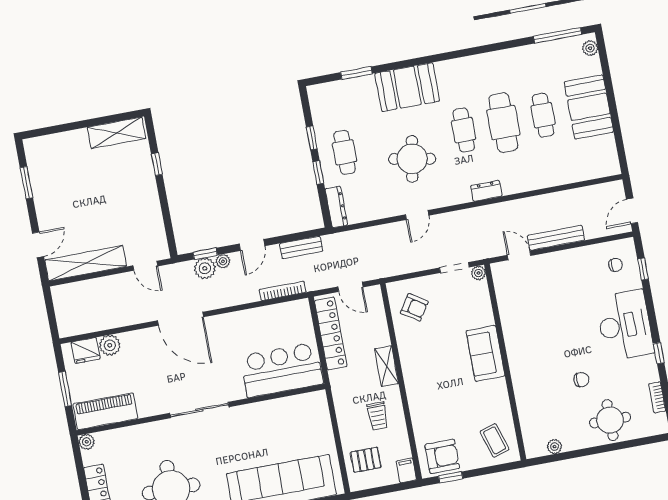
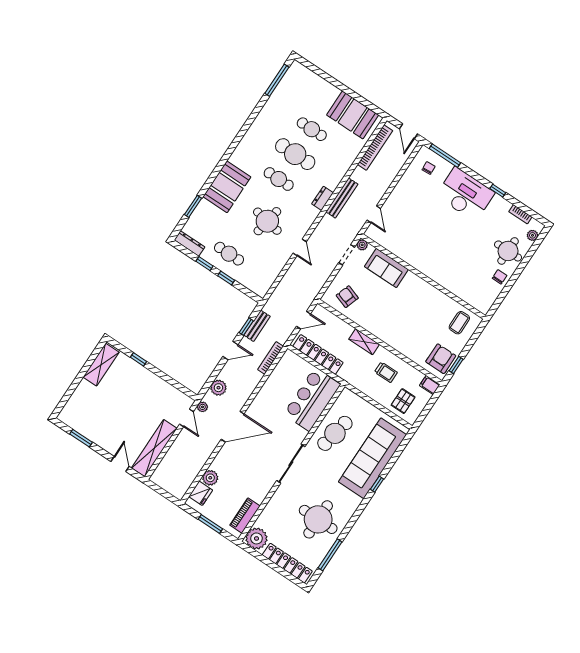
plant: (590, 48) -> (300, 70), removed
booth: (589, 107) -> (353, 115), moved
bookcase: (585, 194) -> (375, 148), added
dresser: (336, 207) -> (189, 243), moved
bench: (556, 238) -> (342, 198), moved
door: (252, 245) -> (230, 351), hinge flipped
window: (205, 254) -> (246, 327), moved
door: (519, 255) -> (374, 214), swing flipped
plant: (223, 261) -> (202, 407), moved
door: (145, 266) -> (186, 418), hinge flipped
window: (643, 269) -> (445, 156), width x2.17
armchair: (414, 307) -> (347, 297), turned -104
sofa: (486, 353) -> (386, 268), moved
chair: (581, 380) -> (500, 277), moved
piano: (105, 411) -> (245, 516), width x0.73, depth x0.75
cafe table: (270, 424) -> (335, 433), added
coffee table: (495, 440) -> (459, 323), turned -73
plant: (87, 442) -> (257, 538), width x1.87, depth x1.87
plant: (554, 447) -> (533, 235), moved

